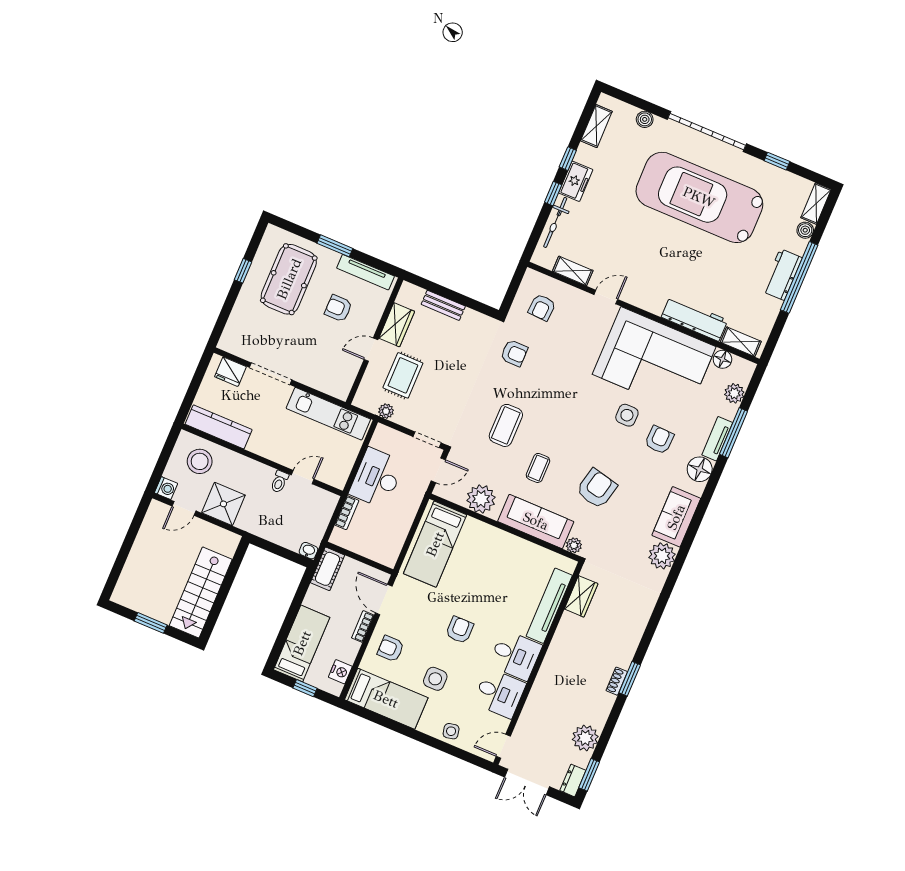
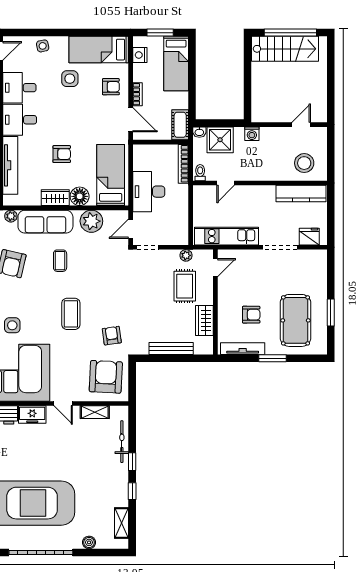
freezer: (576, 181) -> (32, 415), moved, turned -90
window: (243, 271) -> (331, 313), width x1.50
door: (606, 297) -> (63, 404), hinge flipped
bench: (443, 305) -> (171, 348), width x1.36
armchair: (542, 307) -> (106, 377), width x1.88, depth x1.88
door: (371, 350) -> (215, 268), moved
armchair: (514, 353) -> (112, 336), turned 82
coffee table: (506, 425) -> (71, 314), moved
desk: (377, 478) -> (149, 192), moved, turned 180
toilet: (279, 482) -> (200, 173), moved
washing machine: (166, 488) -> (252, 134), moved, turned -90
shower: (223, 504) -> (220, 140), moved
bookcase: (347, 513) -> (183, 164), width x1.56
floor lamp: (483, 534) -> (80, 196), added
wardrobe: (512, 545) -> (55, 198), added
stairs: (201, 592) -> (285, 49), moved, turned 90
window: (151, 623) -> (290, 33), width x2.11
armchair: (460, 630) -> (62, 154), moved, turned -90
window: (305, 688) -> (160, 33), width x1.50

